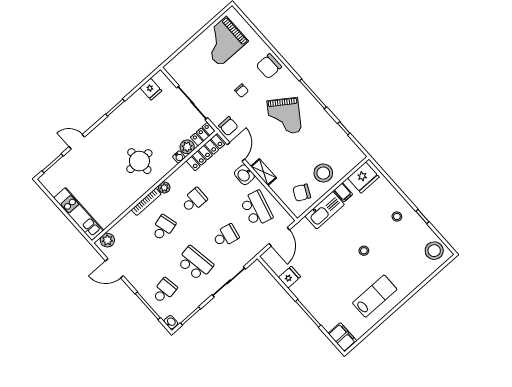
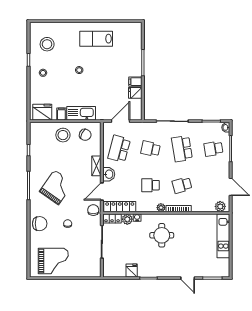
fridge: (151, 89) -> (132, 271), moved
stool: (434, 251) -> (47, 44), moved
filing cabinet: (342, 337) -> (135, 82), moved, width x0.50

